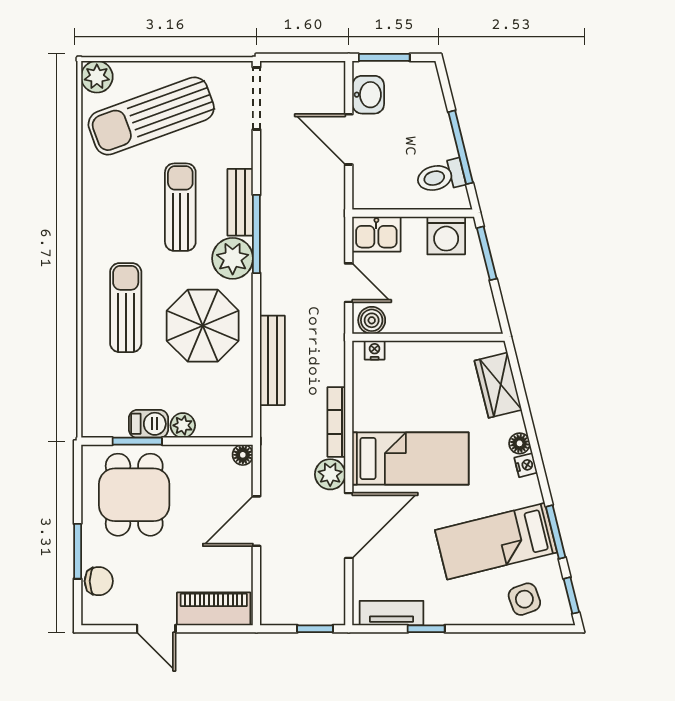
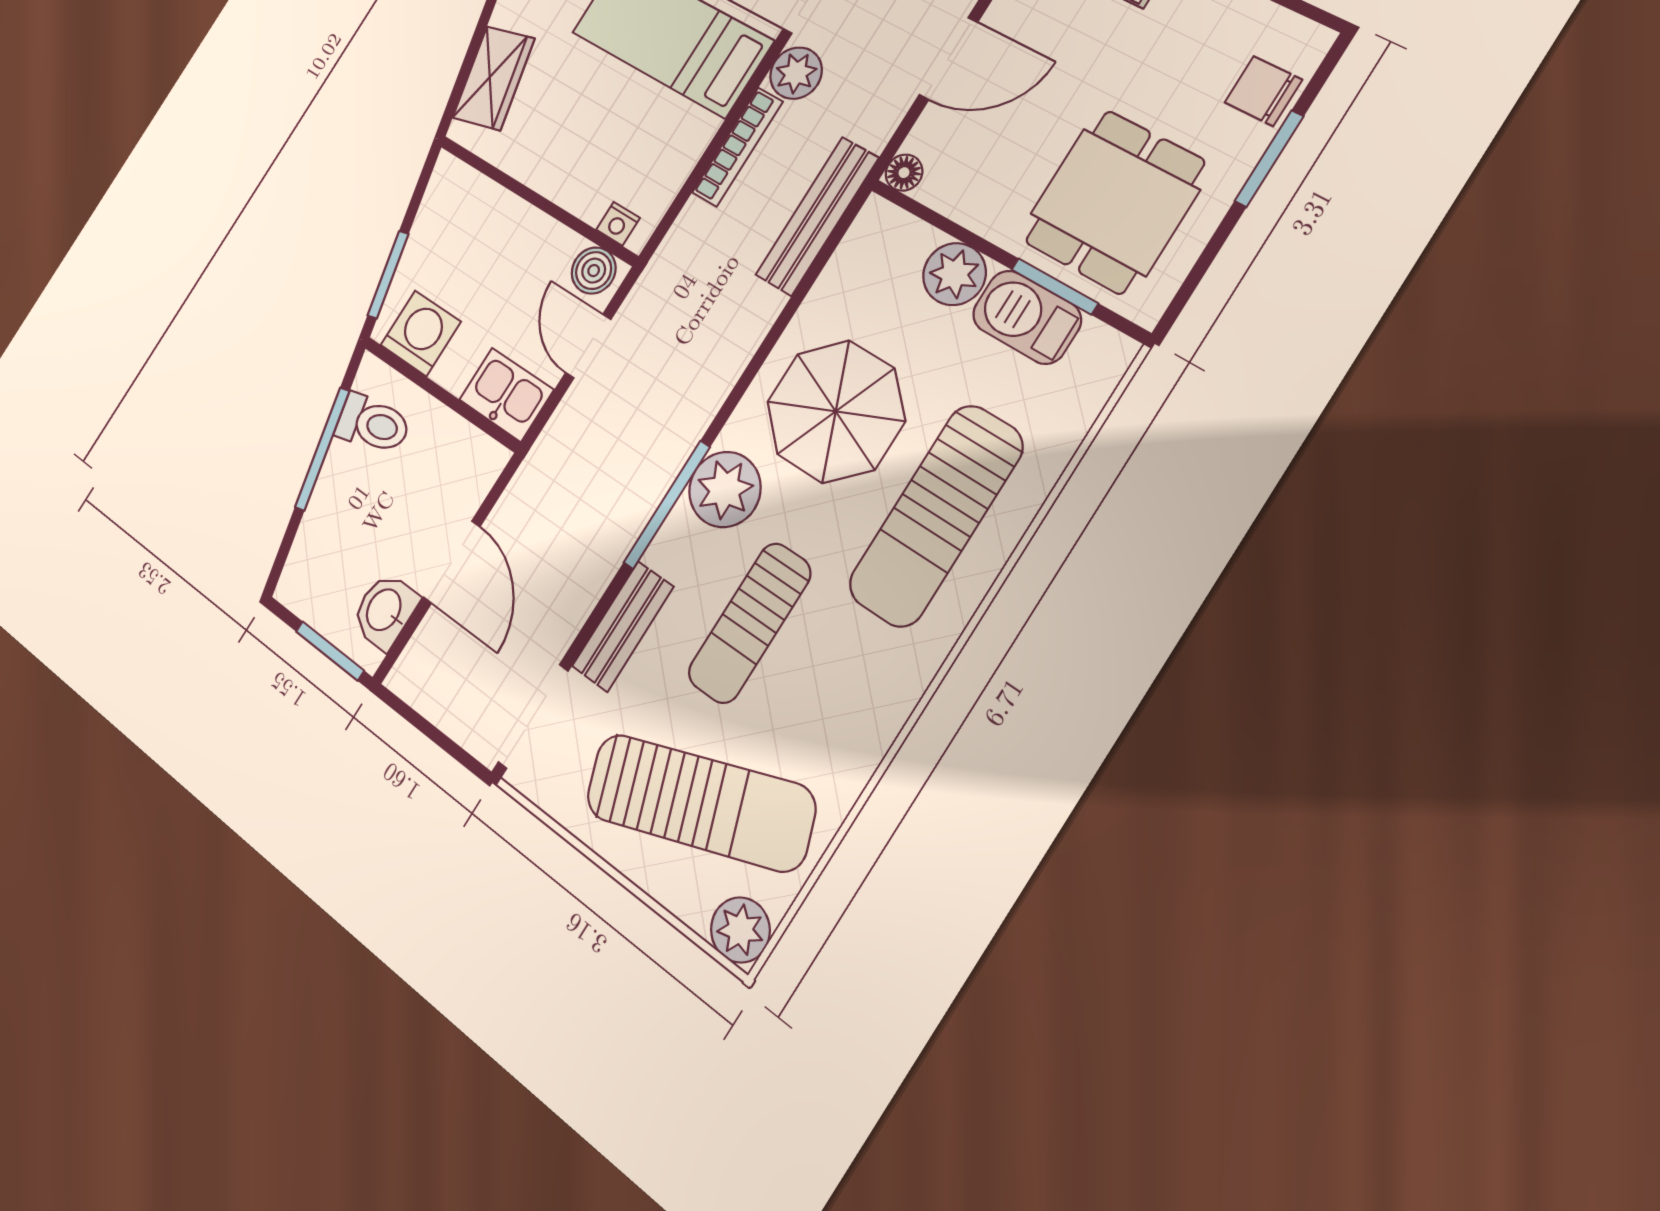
bench: (240, 202) -> (623, 627), moved
sun lounger: (126, 308) -> (936, 516), width x1.36, depth x1.34
bench: (272, 360) -> (817, 216), moved
barbecue: (149, 424) -> (1027, 317), width x1.38, depth x1.27
plant: (183, 425) -> (954, 274), width x1.38, depth x1.38

